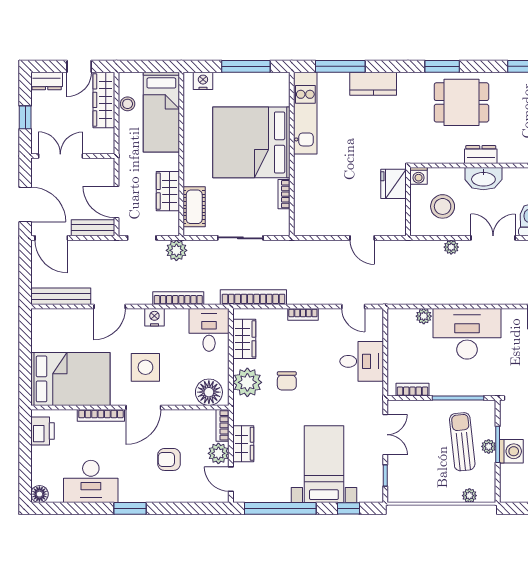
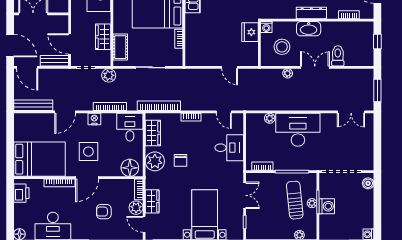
dresser: (481, 155) -> (311, 13), width x1.44

